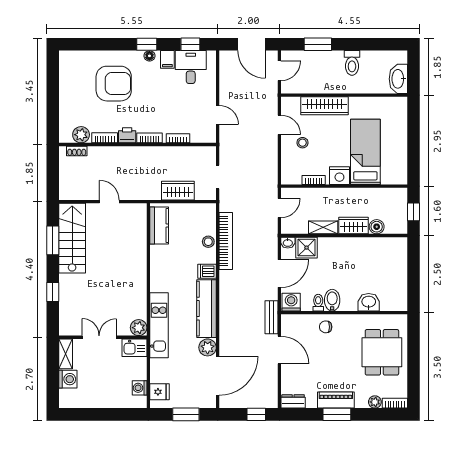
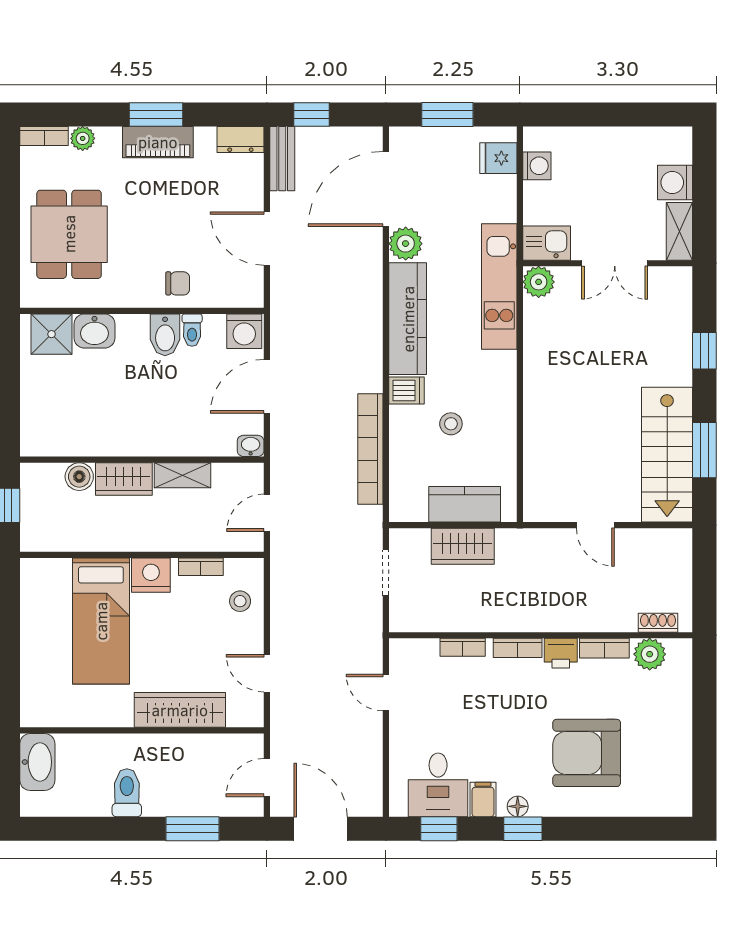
stool: (302, 143) -> (240, 601), moved
kitchen counter: (159, 225) -> (465, 504), moved, turned 90
stool: (208, 242) -> (451, 424), moved
shower: (307, 248) -> (52, 334), moved
bench: (271, 317) -> (282, 159), moved

